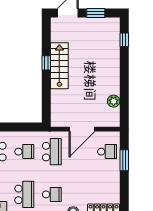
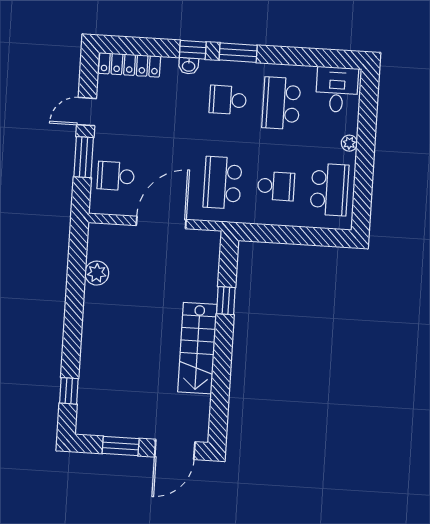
window: (46, 63) -> (226, 301), moved
school desk: (24, 152) -> (276, 186), turned 180
door: (124, 184) -> (86, 112), added

